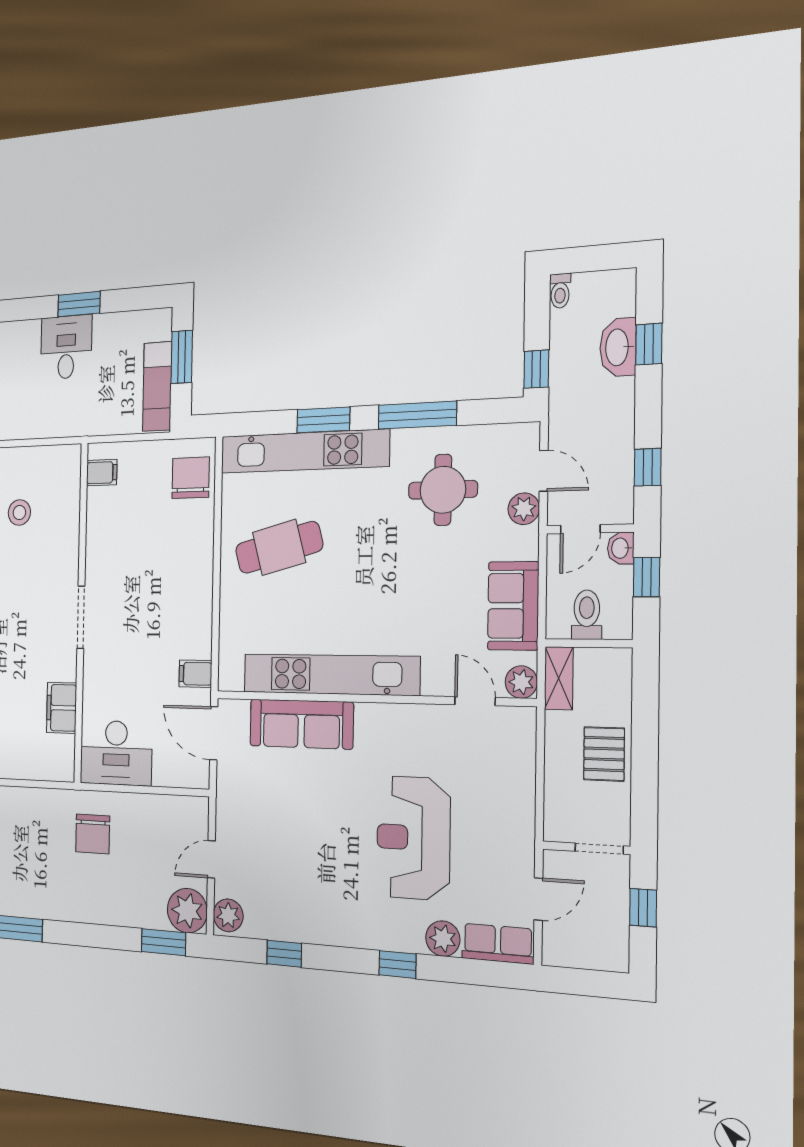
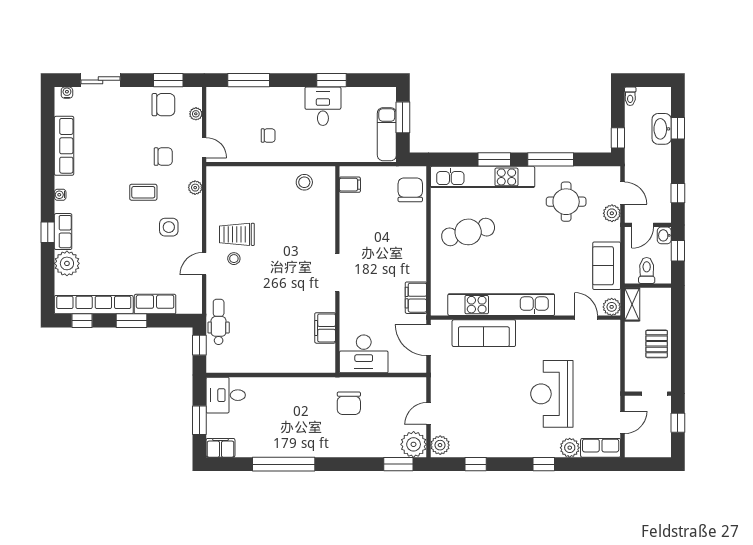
stool: (19, 513) -> (304, 182), moved
filing cabinet: (195, 674) -> (416, 298), width x2.00

